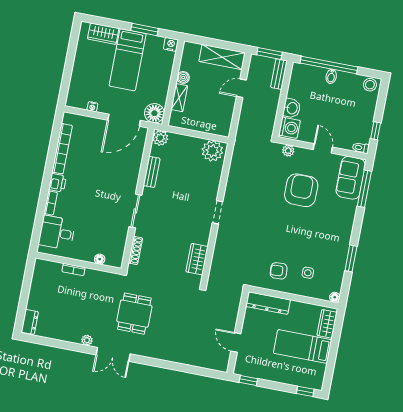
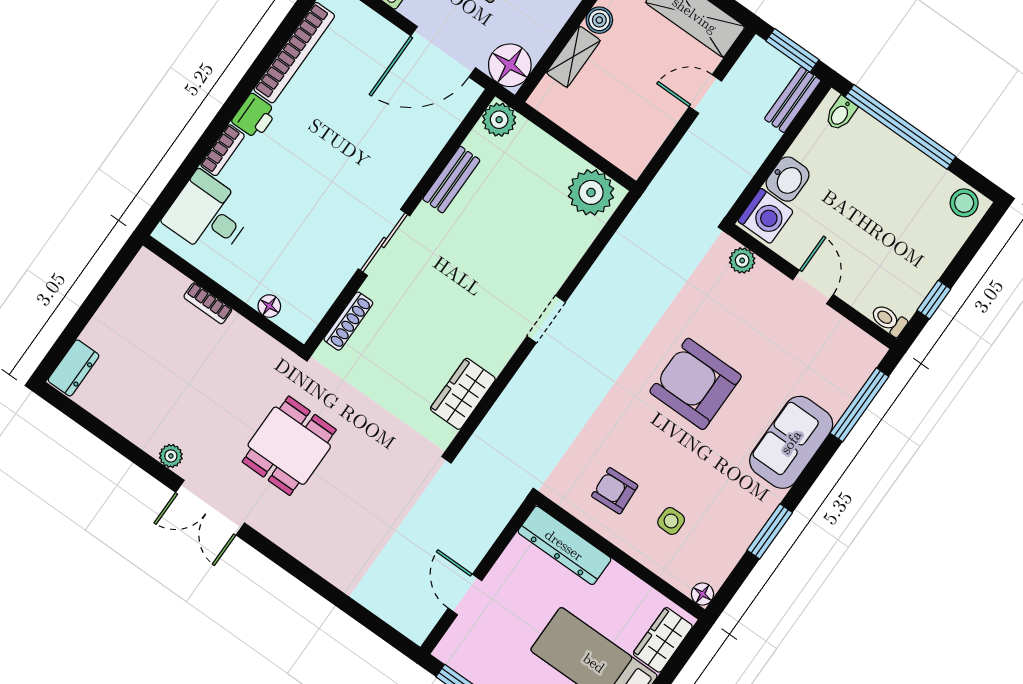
bidet: (331, 76) -> (841, 113), moved
sofa: (351, 178) -> (791, 442), moved
armchair: (301, 190) -> (696, 384), moved, turned -90

